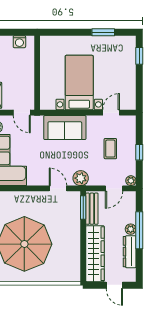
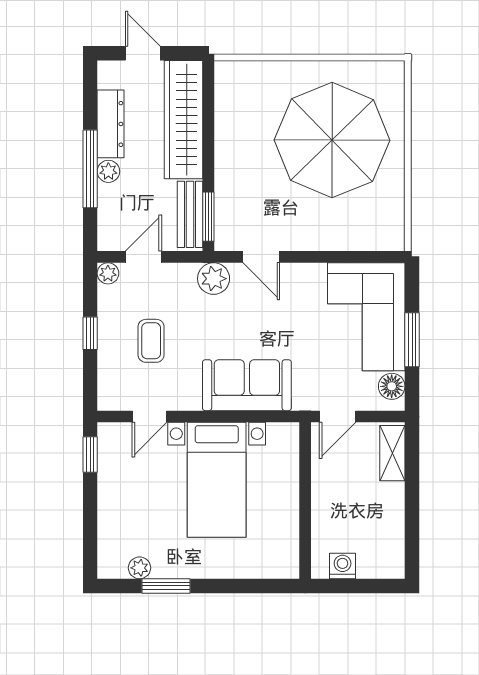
plant: (116, 41) -> (140, 568), added
window: (139, 56) -> (90, 454), moved
door: (22, 113) -> (338, 416), swing flipped

